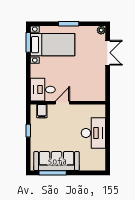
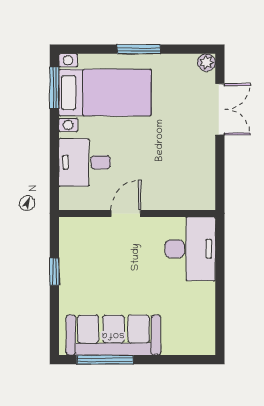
desk: (43, 90) -> (85, 162), moved
filing cabinet: (42, 111) -> (83, 231), removed
desk: (93, 133) -> (190, 249), moved

